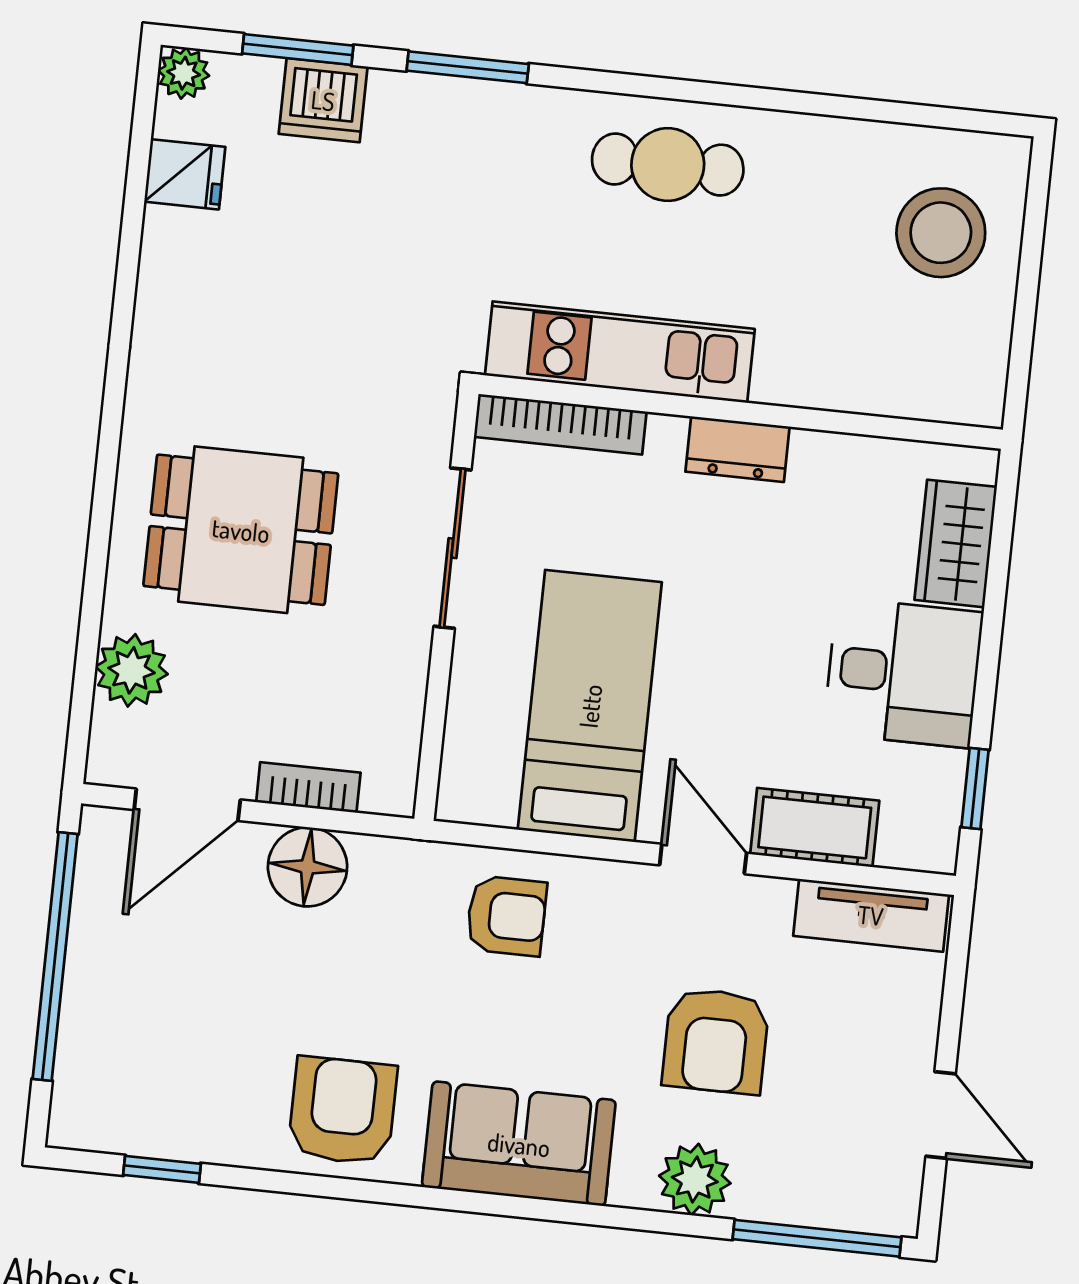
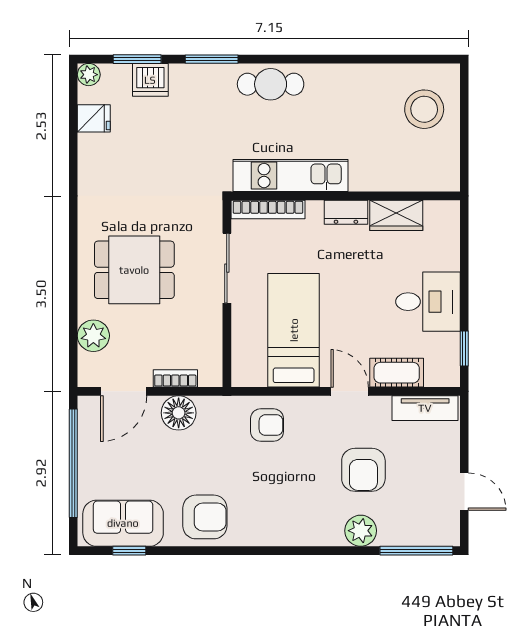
cafe table: (668, 165) -> (271, 84), moved
wardrobe: (956, 543) -> (396, 215), moved, turned -90
armchair: (343, 1111) -> (205, 517), turned 90
sofa: (519, 1144) -> (123, 523), moved

